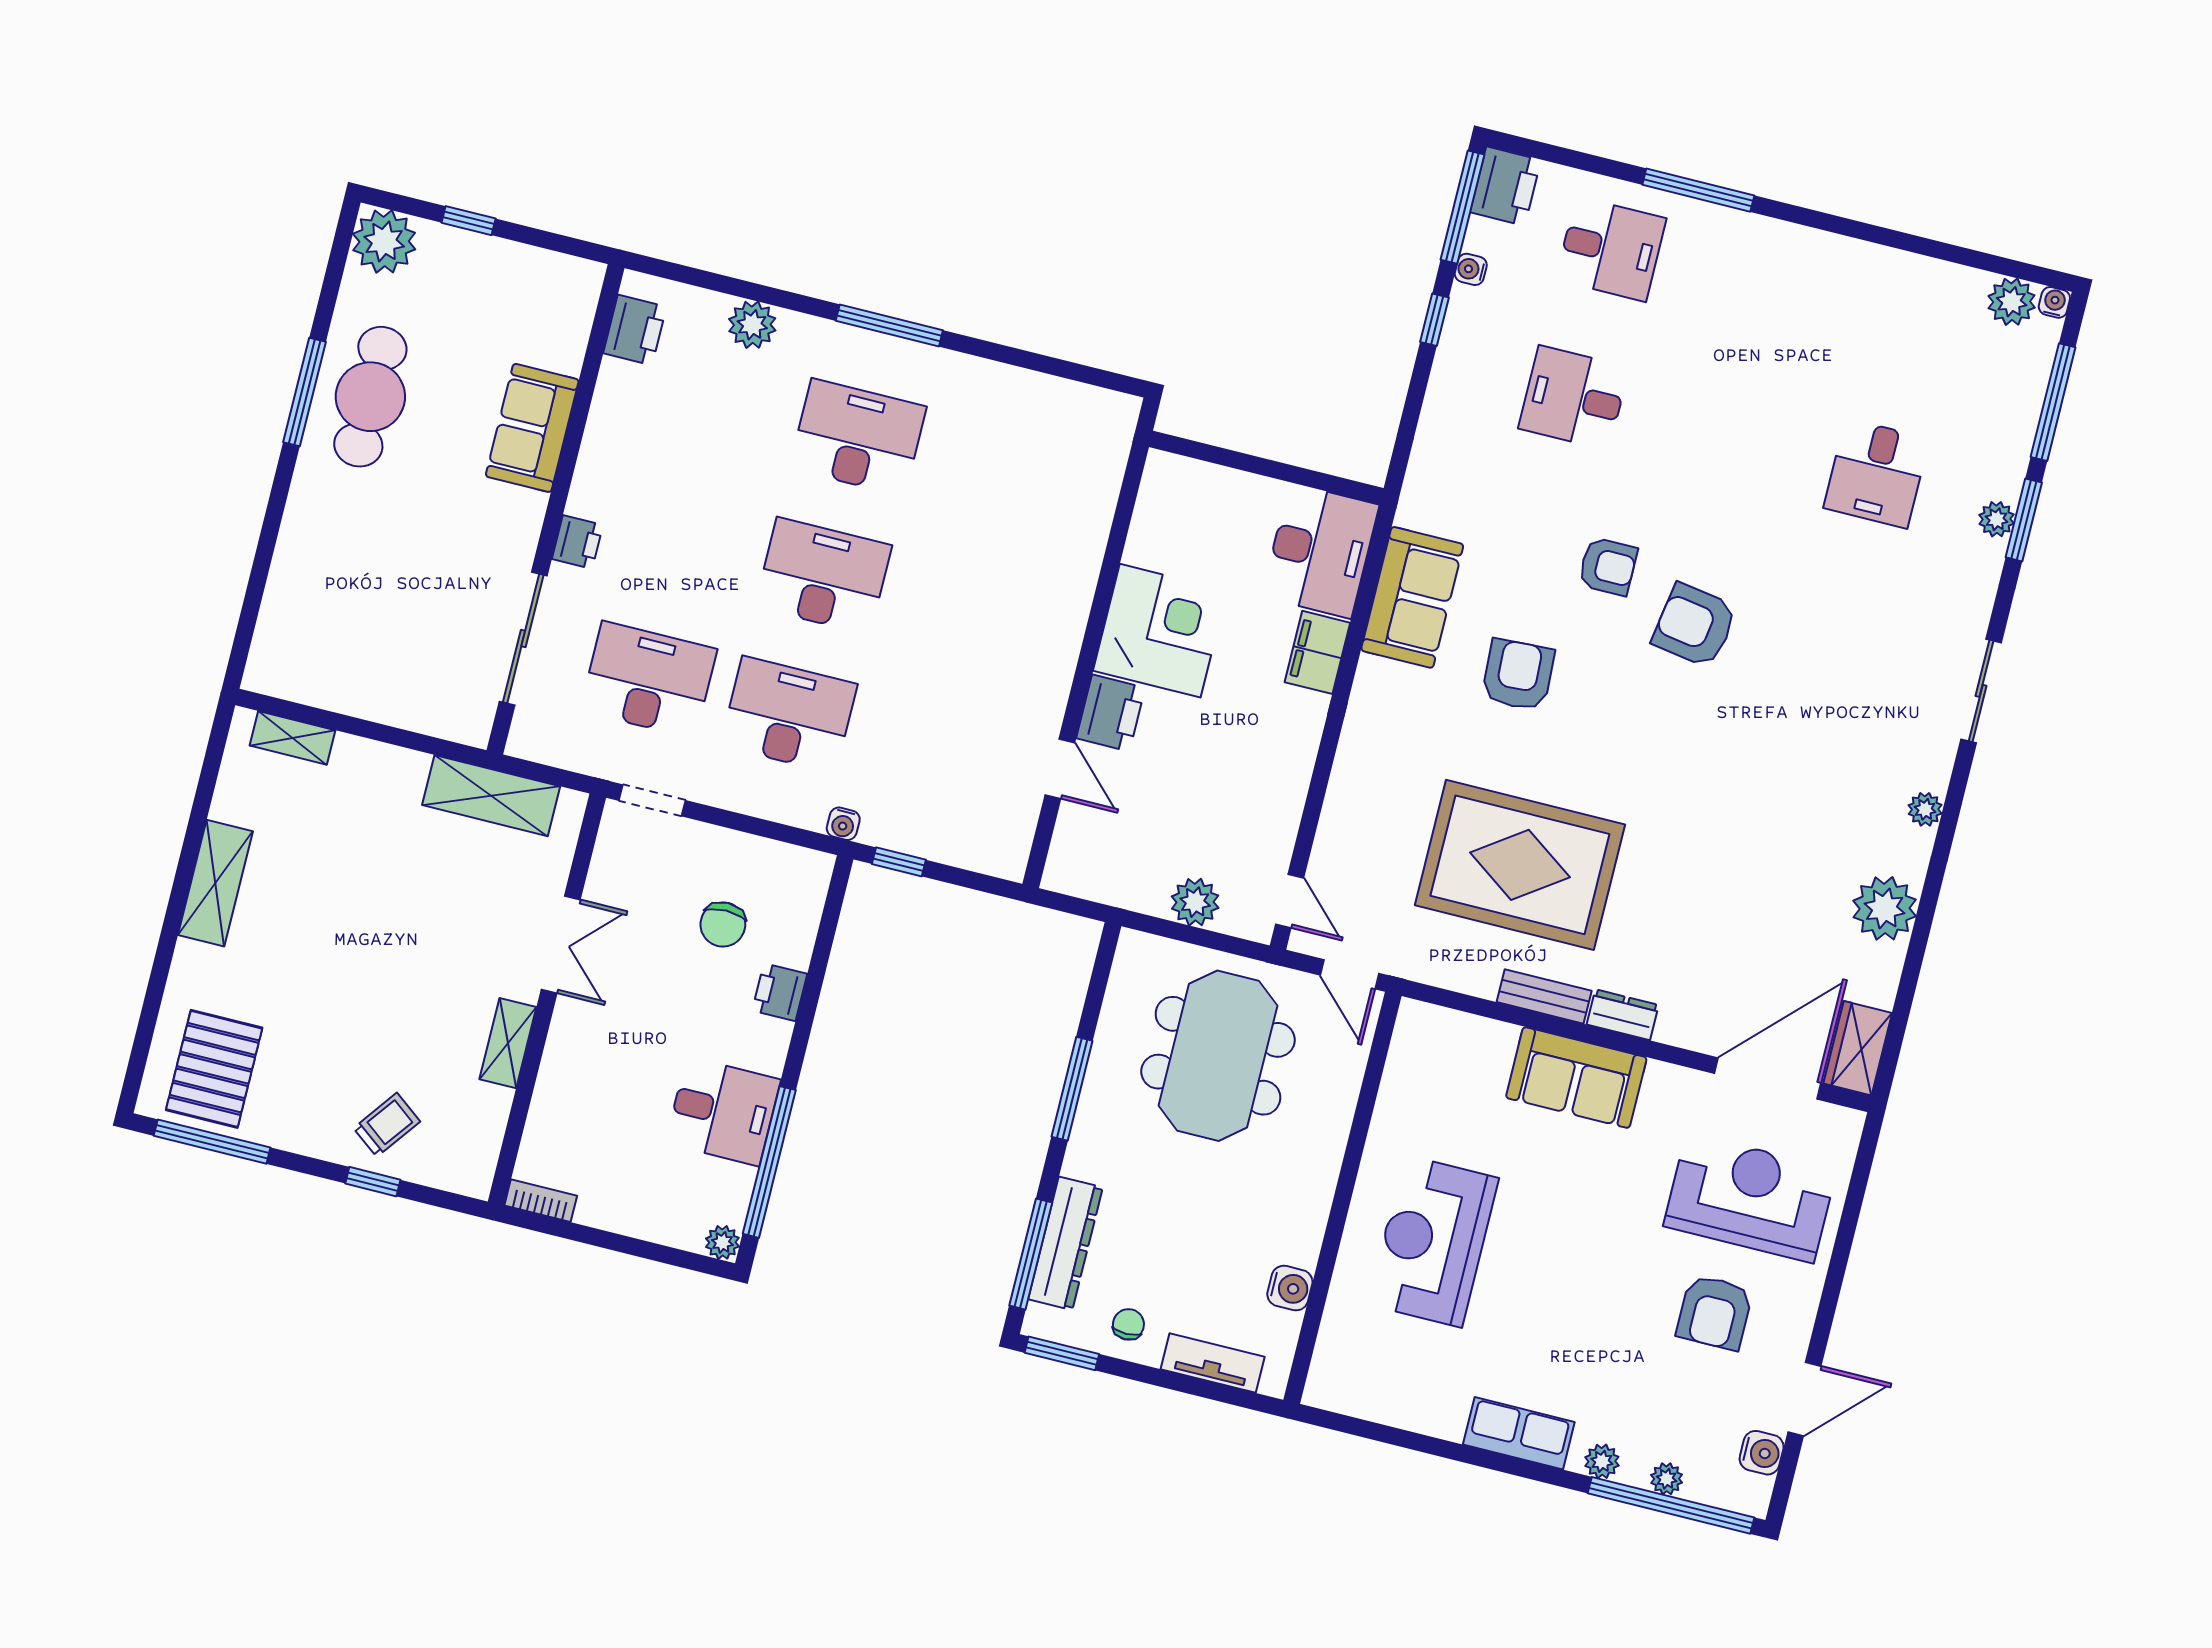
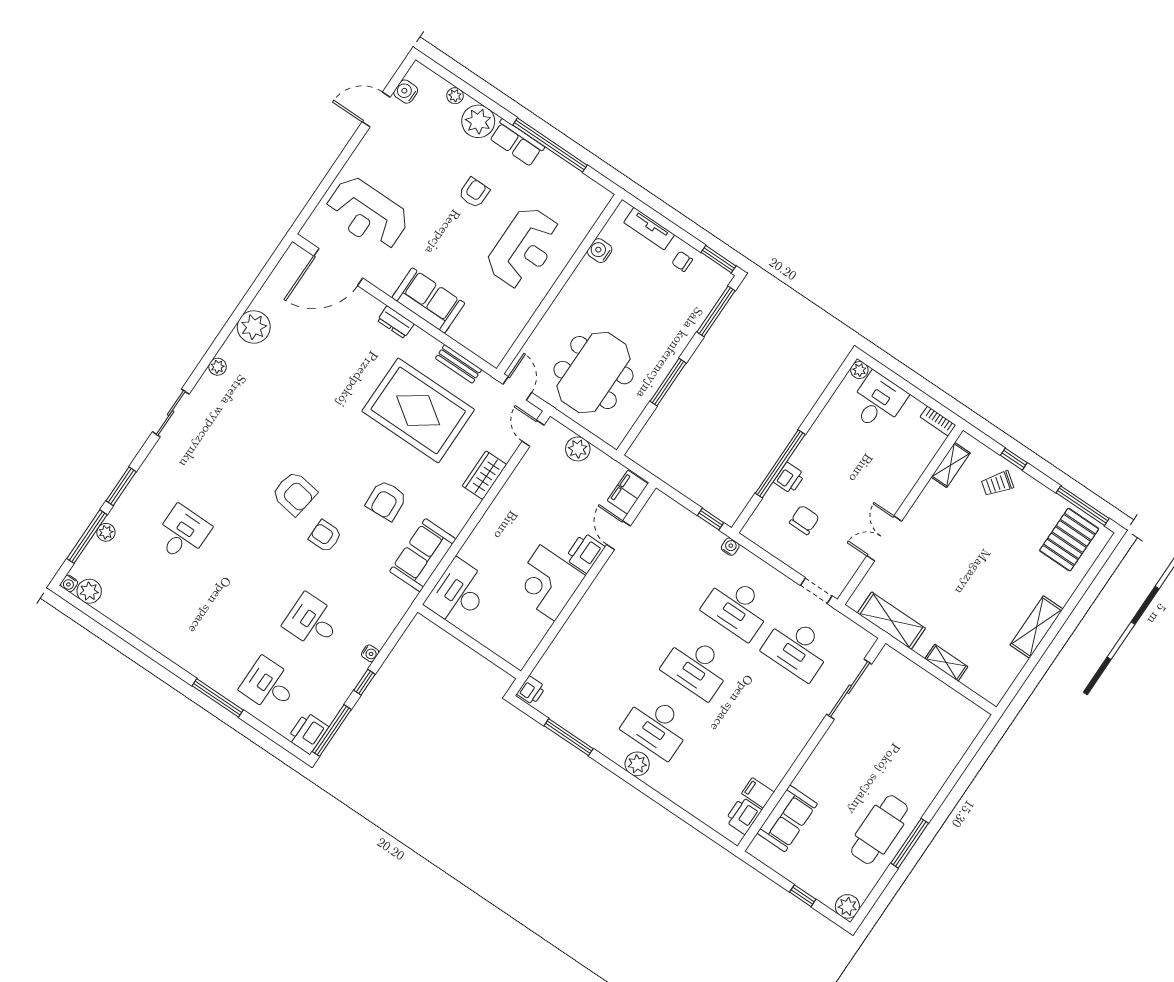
plant: (384, 242) -> (847, 906), width x0.73, depth x0.73
water cooler: (1471, 269) -> (370, 653), moved
plant: (752, 325) -> (637, 764), moved
window: (889, 325) -> (569, 737), moved
filing cabinet: (623, 382) -> (758, 793), added
desk: (1574, 398) -> (312, 621), turned 180
sofa: (532, 428) -> (787, 818), moved
plant: (1997, 519) -> (106, 532), moved
printer: (577, 542) -> (531, 690), moved, turned 180
filing cabinet: (1317, 652) -> (628, 492), moved, turned 180
shelving: (292, 738) -> (946, 663), moved
bench: (1544, 996) -> (459, 364), moved
shelving: (508, 1043) -> (951, 465), moved
wardrobe: (1858, 1048) -> (484, 475), moved, turned 180
desk: (723, 1111) -> (878, 402), moved, turned 90
window: (769, 1162) -> (780, 464), moved
dresser: (1066, 1243) -> (698, 310), removed
armchair: (1714, 1312) -> (474, 193), moved, width x0.72, depth x0.72
chair: (1128, 1324) -> (682, 261), turned 90
plant: (1602, 1461) -> (478, 121), width x1.87, depth x1.87
window: (1671, 1505) -> (550, 145), moved

